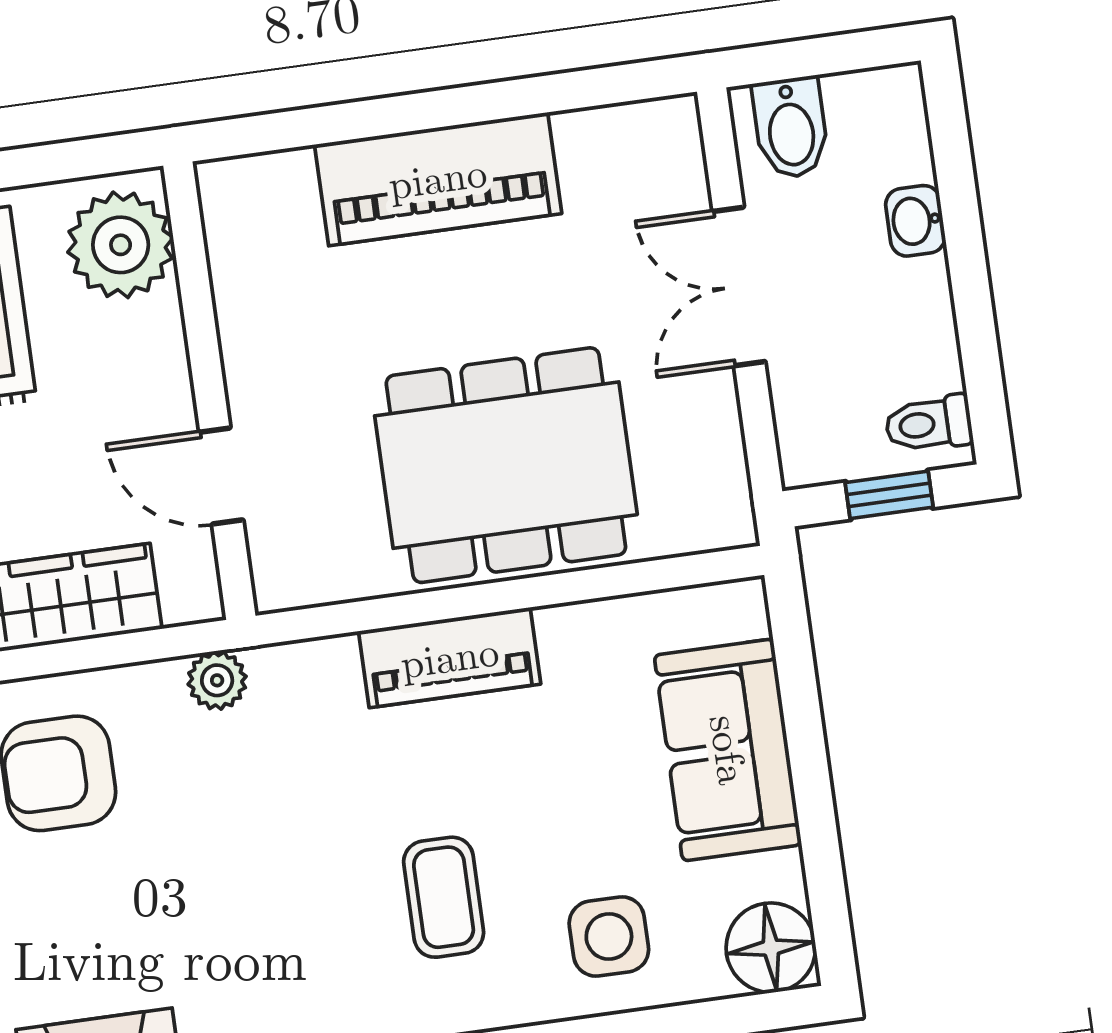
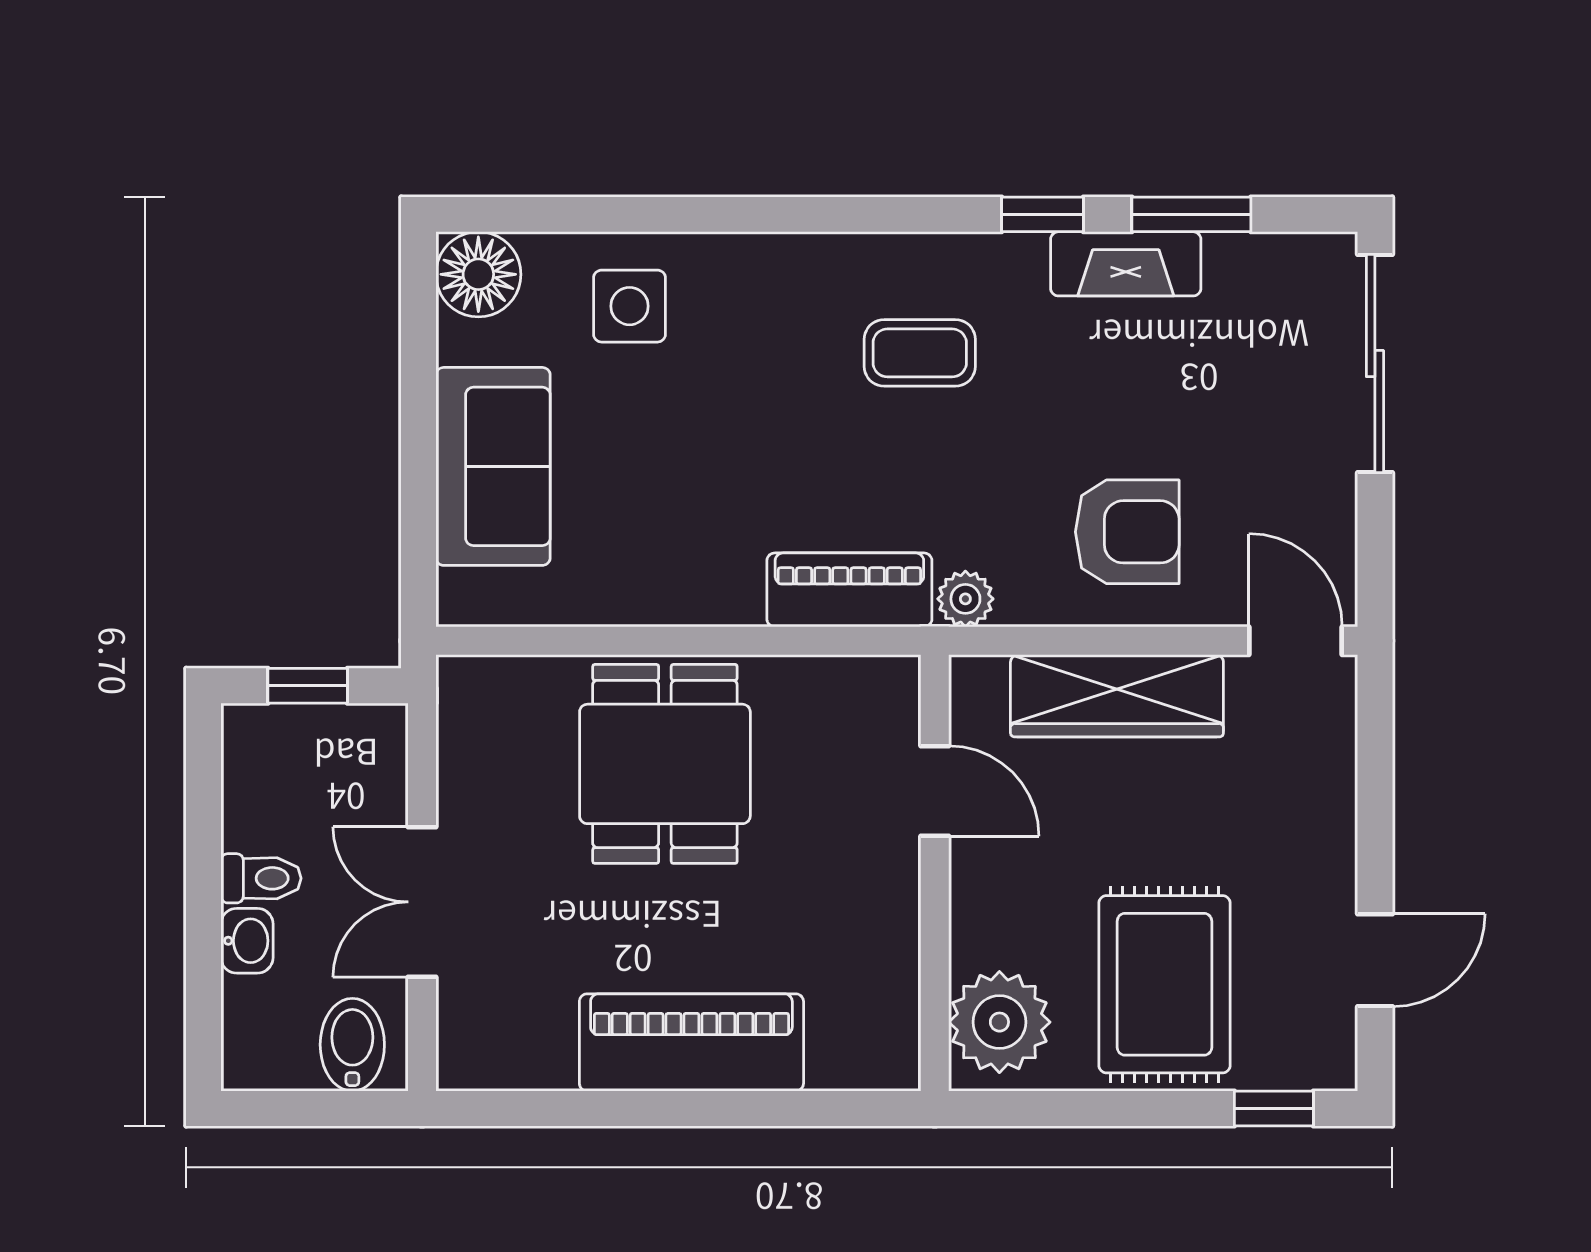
double door: (739, 286) -> (422, 902), swing flipped
toilet: (929, 424) -> (261, 878), moved
dining table: (506, 465) -> (665, 764), width x0.73
piano: (450, 658) -> (849, 590), moved
coffee table: (444, 897) -> (920, 353), moved, turned 90

